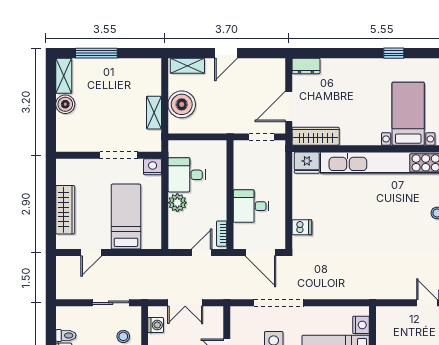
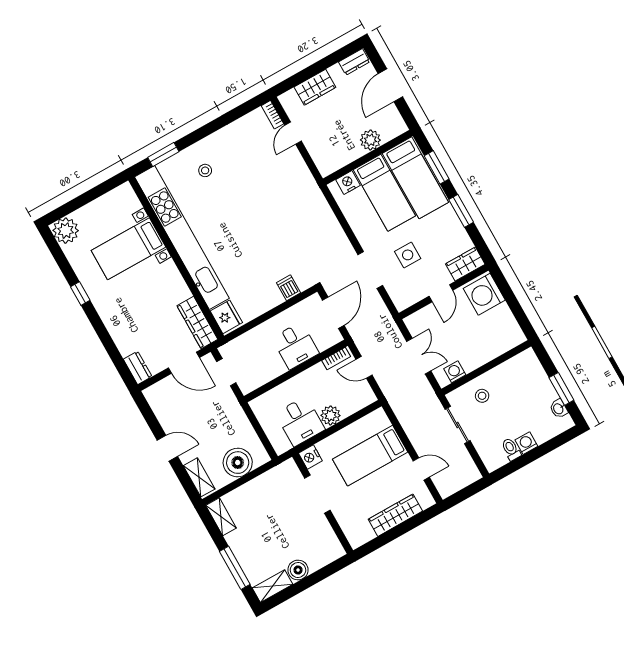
shelving: (154, 113) -> (221, 517), moved, turned 90
doorway: (279, 303) -> (370, 270), width x0.73

